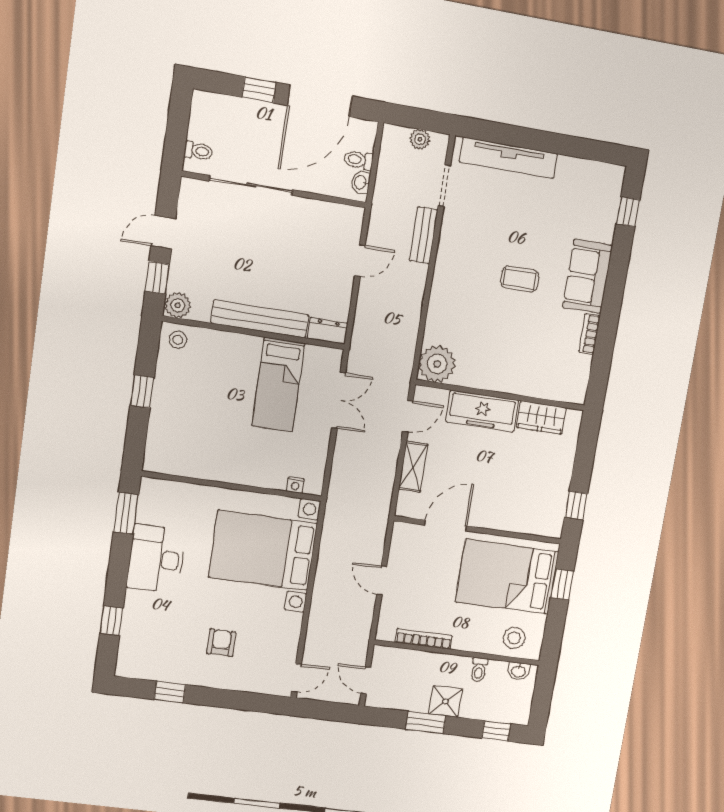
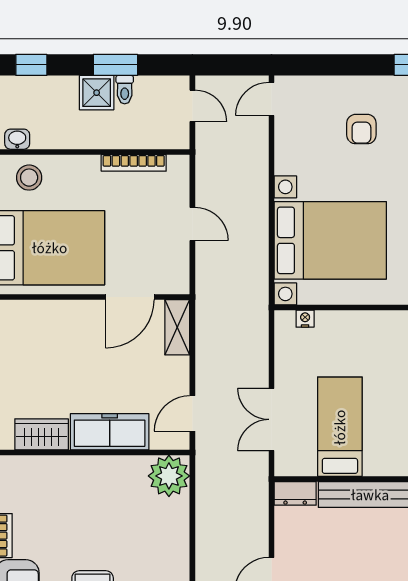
shelving: (413, 467) -> (177, 327), moved
toilet: (479, 670) -> (125, 90), moved, turned 180

